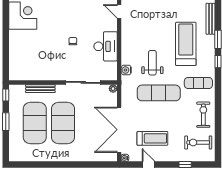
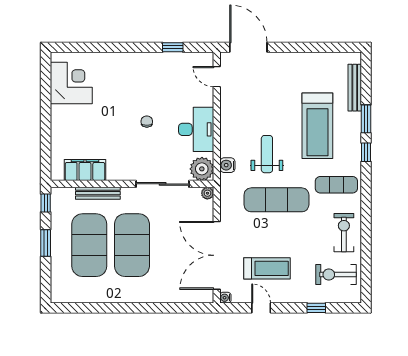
treadmill: (186, 44) -> (317, 126), turned 180
filing cabinet: (32, 73) -> (85, 170), added
plant: (109, 73) -> (202, 169), added

